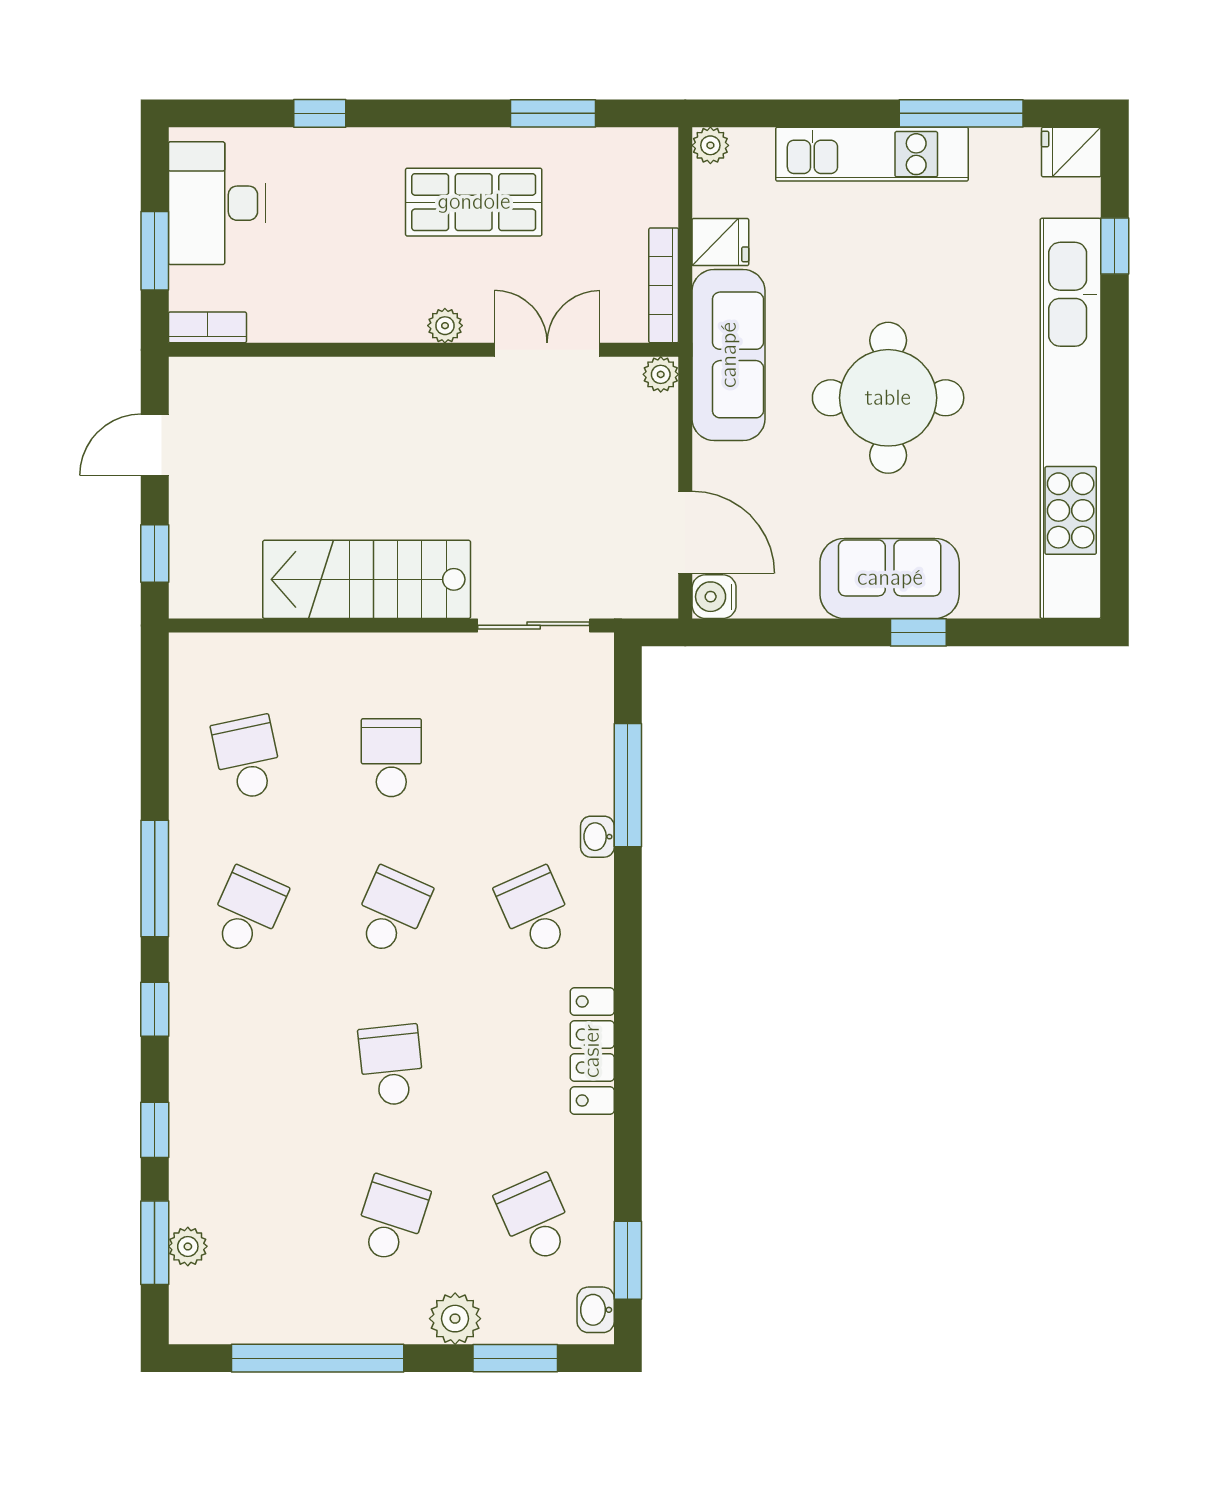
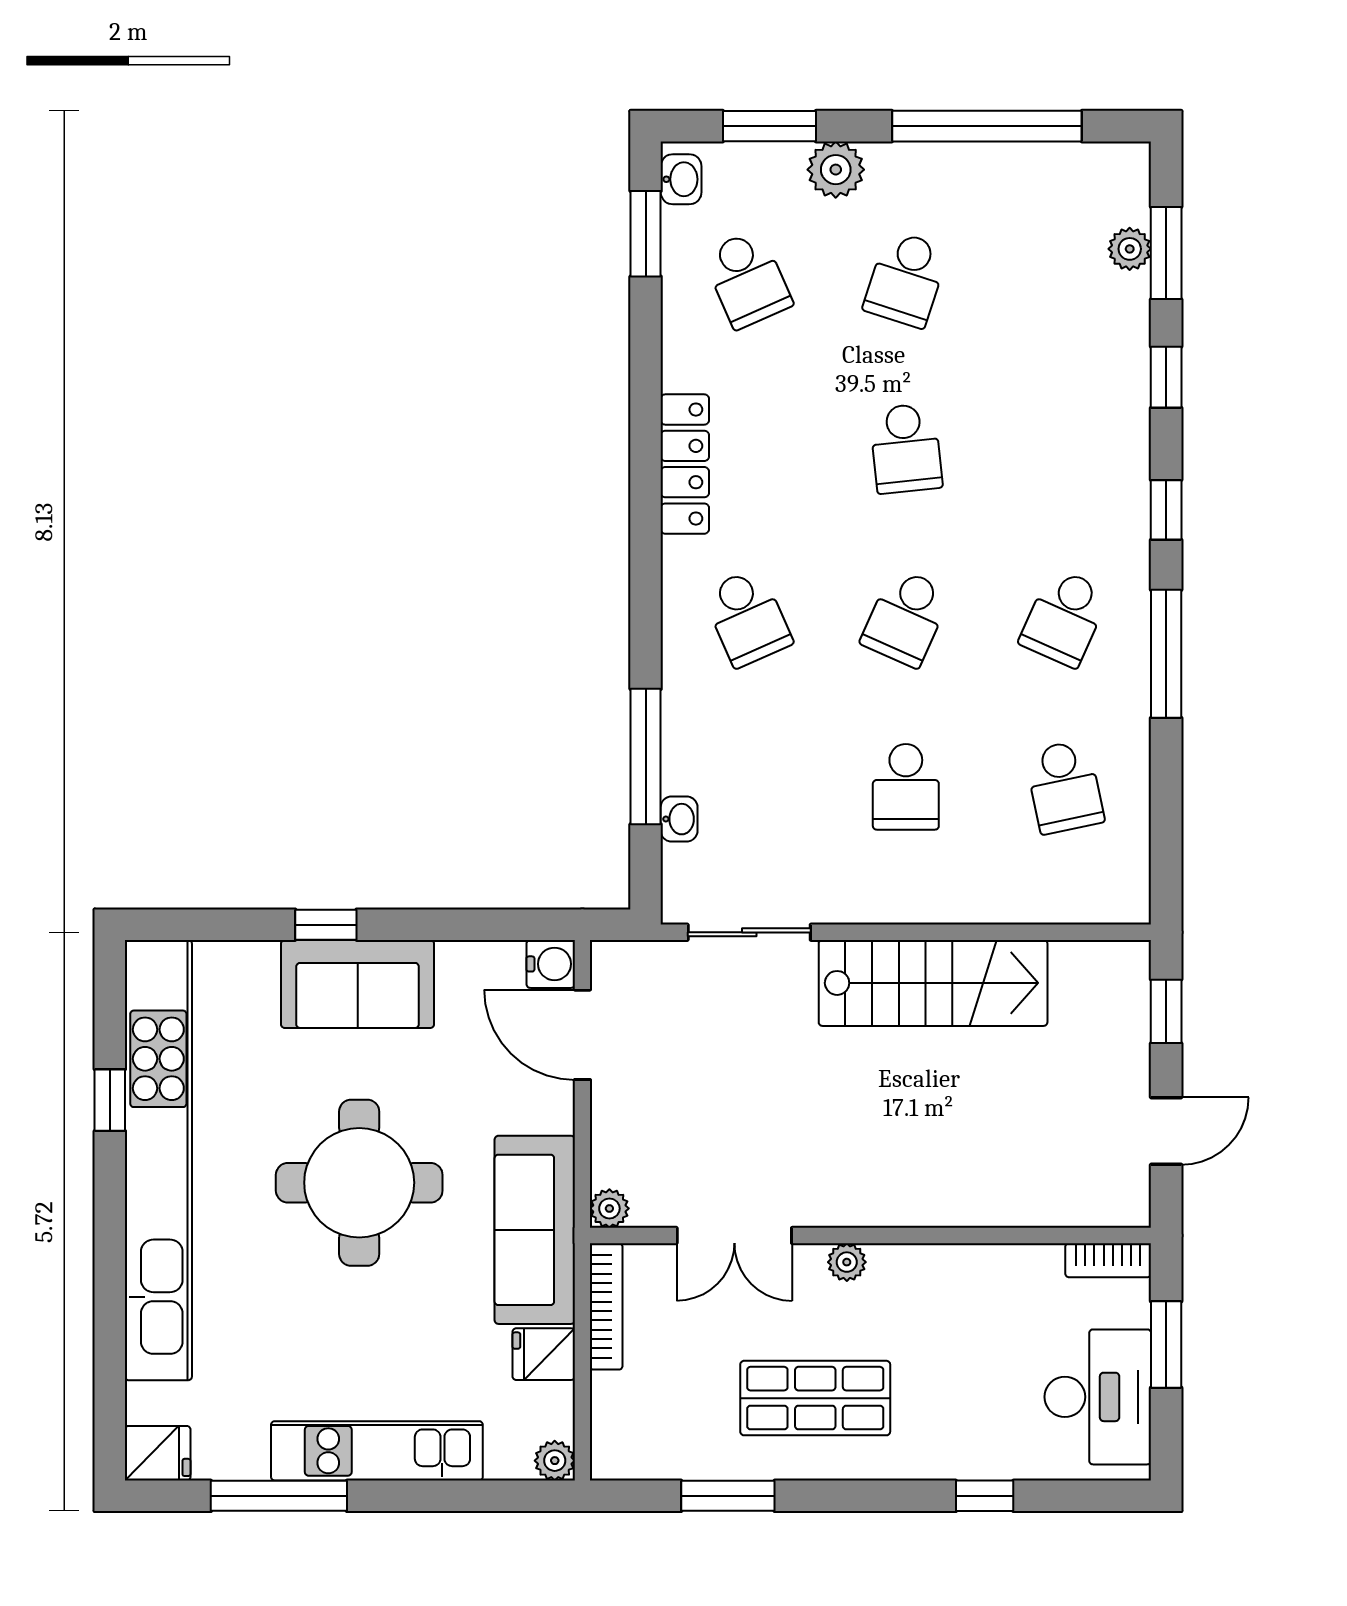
window: (1115, 246) -> (110, 1100), moved
washbasin: (597, 837) -> (679, 819), moved

